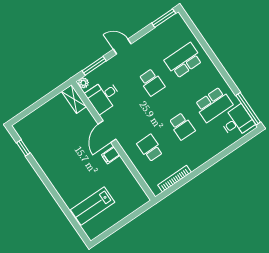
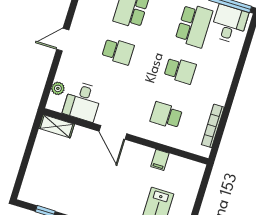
window: (94, 66) -> (50, 79), removed
plant: (83, 83) -> (58, 88), moved
filing cabinet: (111, 155) -> (160, 160), moved

